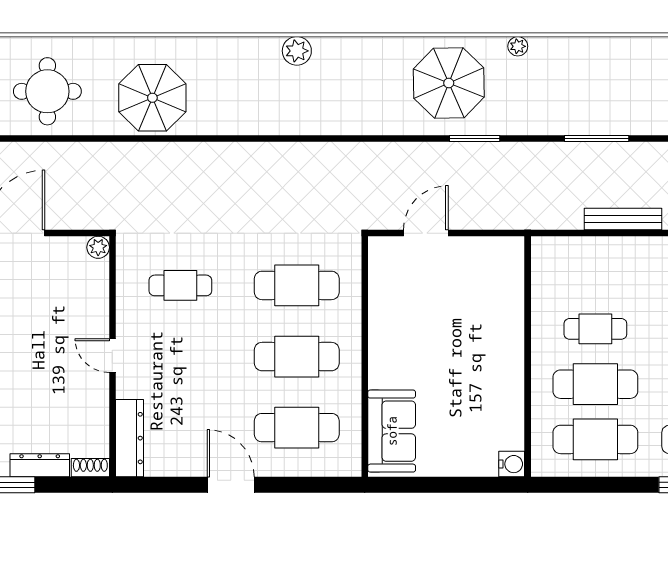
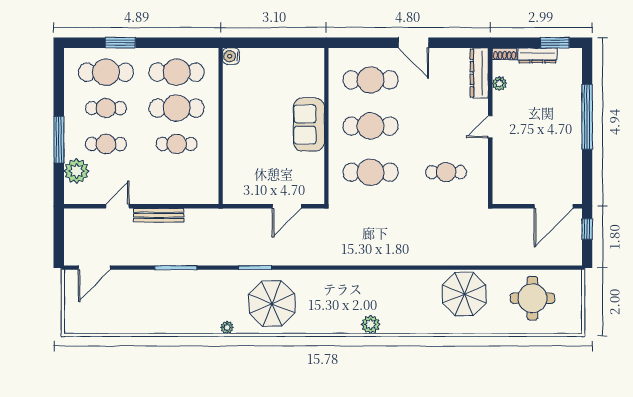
plant: (98, 247) -> (499, 83), moved
door: (112, 356) -> (490, 127), swing flipped
sofa: (392, 431) -> (309, 125), moved

